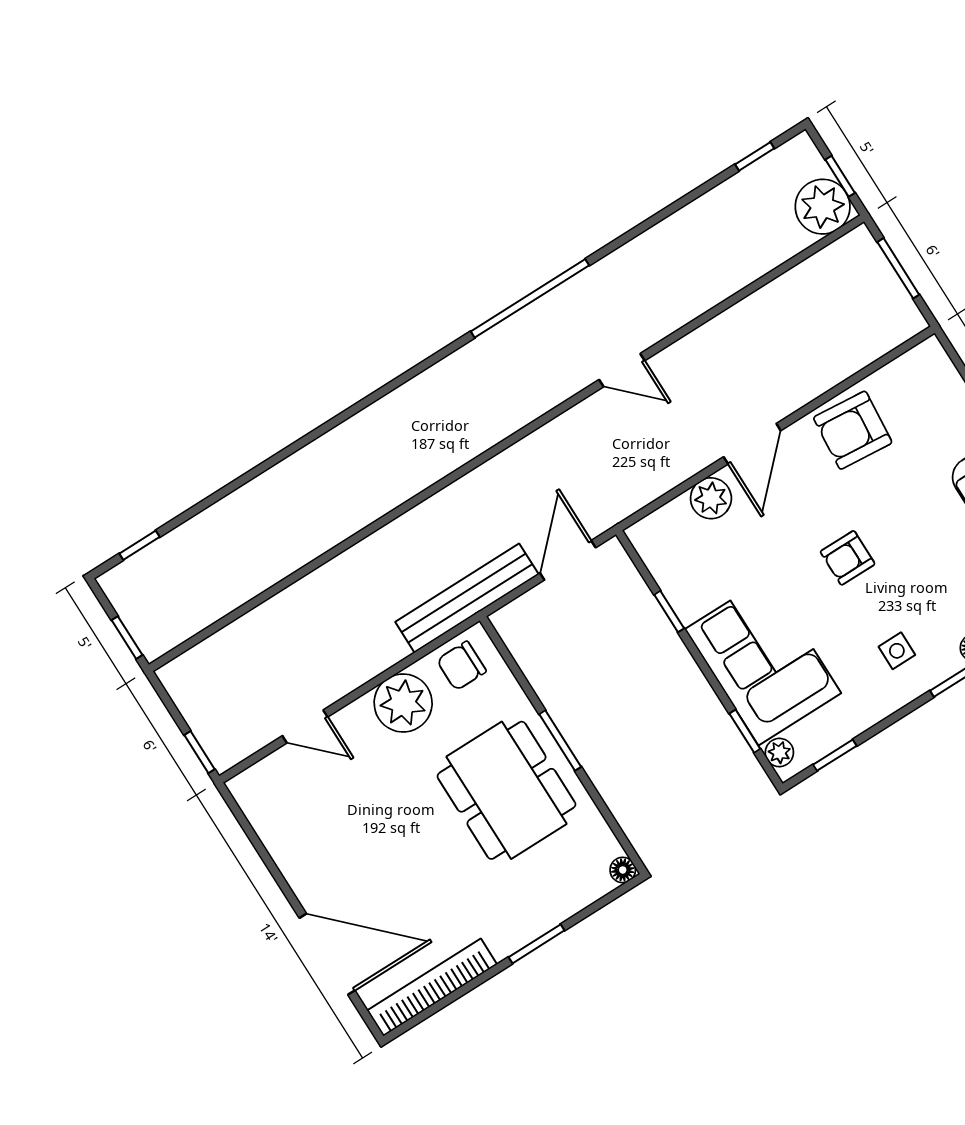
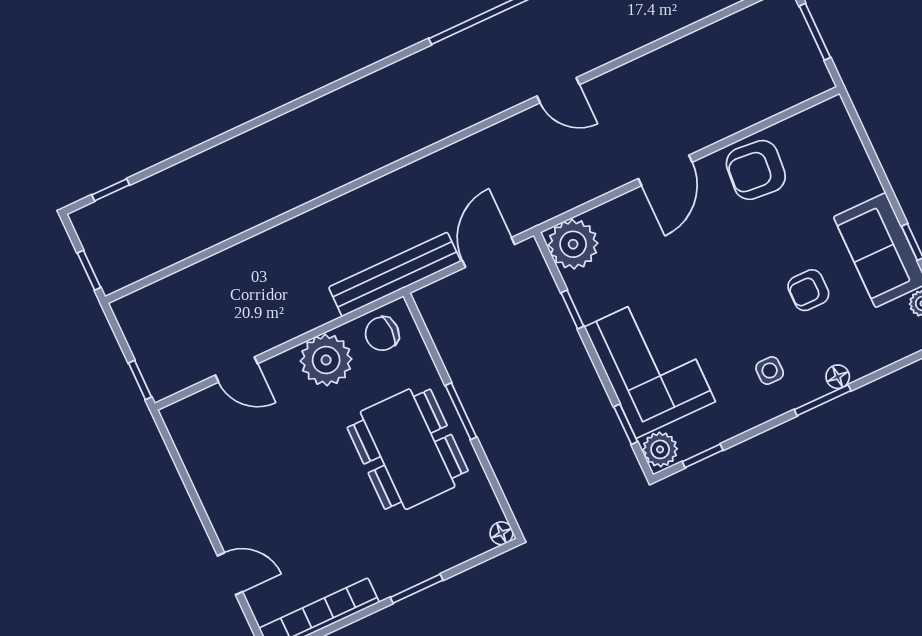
plant: (711, 498) -> (573, 244), moved, width x1.36, depth x1.36
armchair: (848, 558) -> (808, 290), moved
plant: (779, 753) -> (660, 449), width x1.38, depth x1.38
door: (327, 954) -> (230, 574), width x0.53

